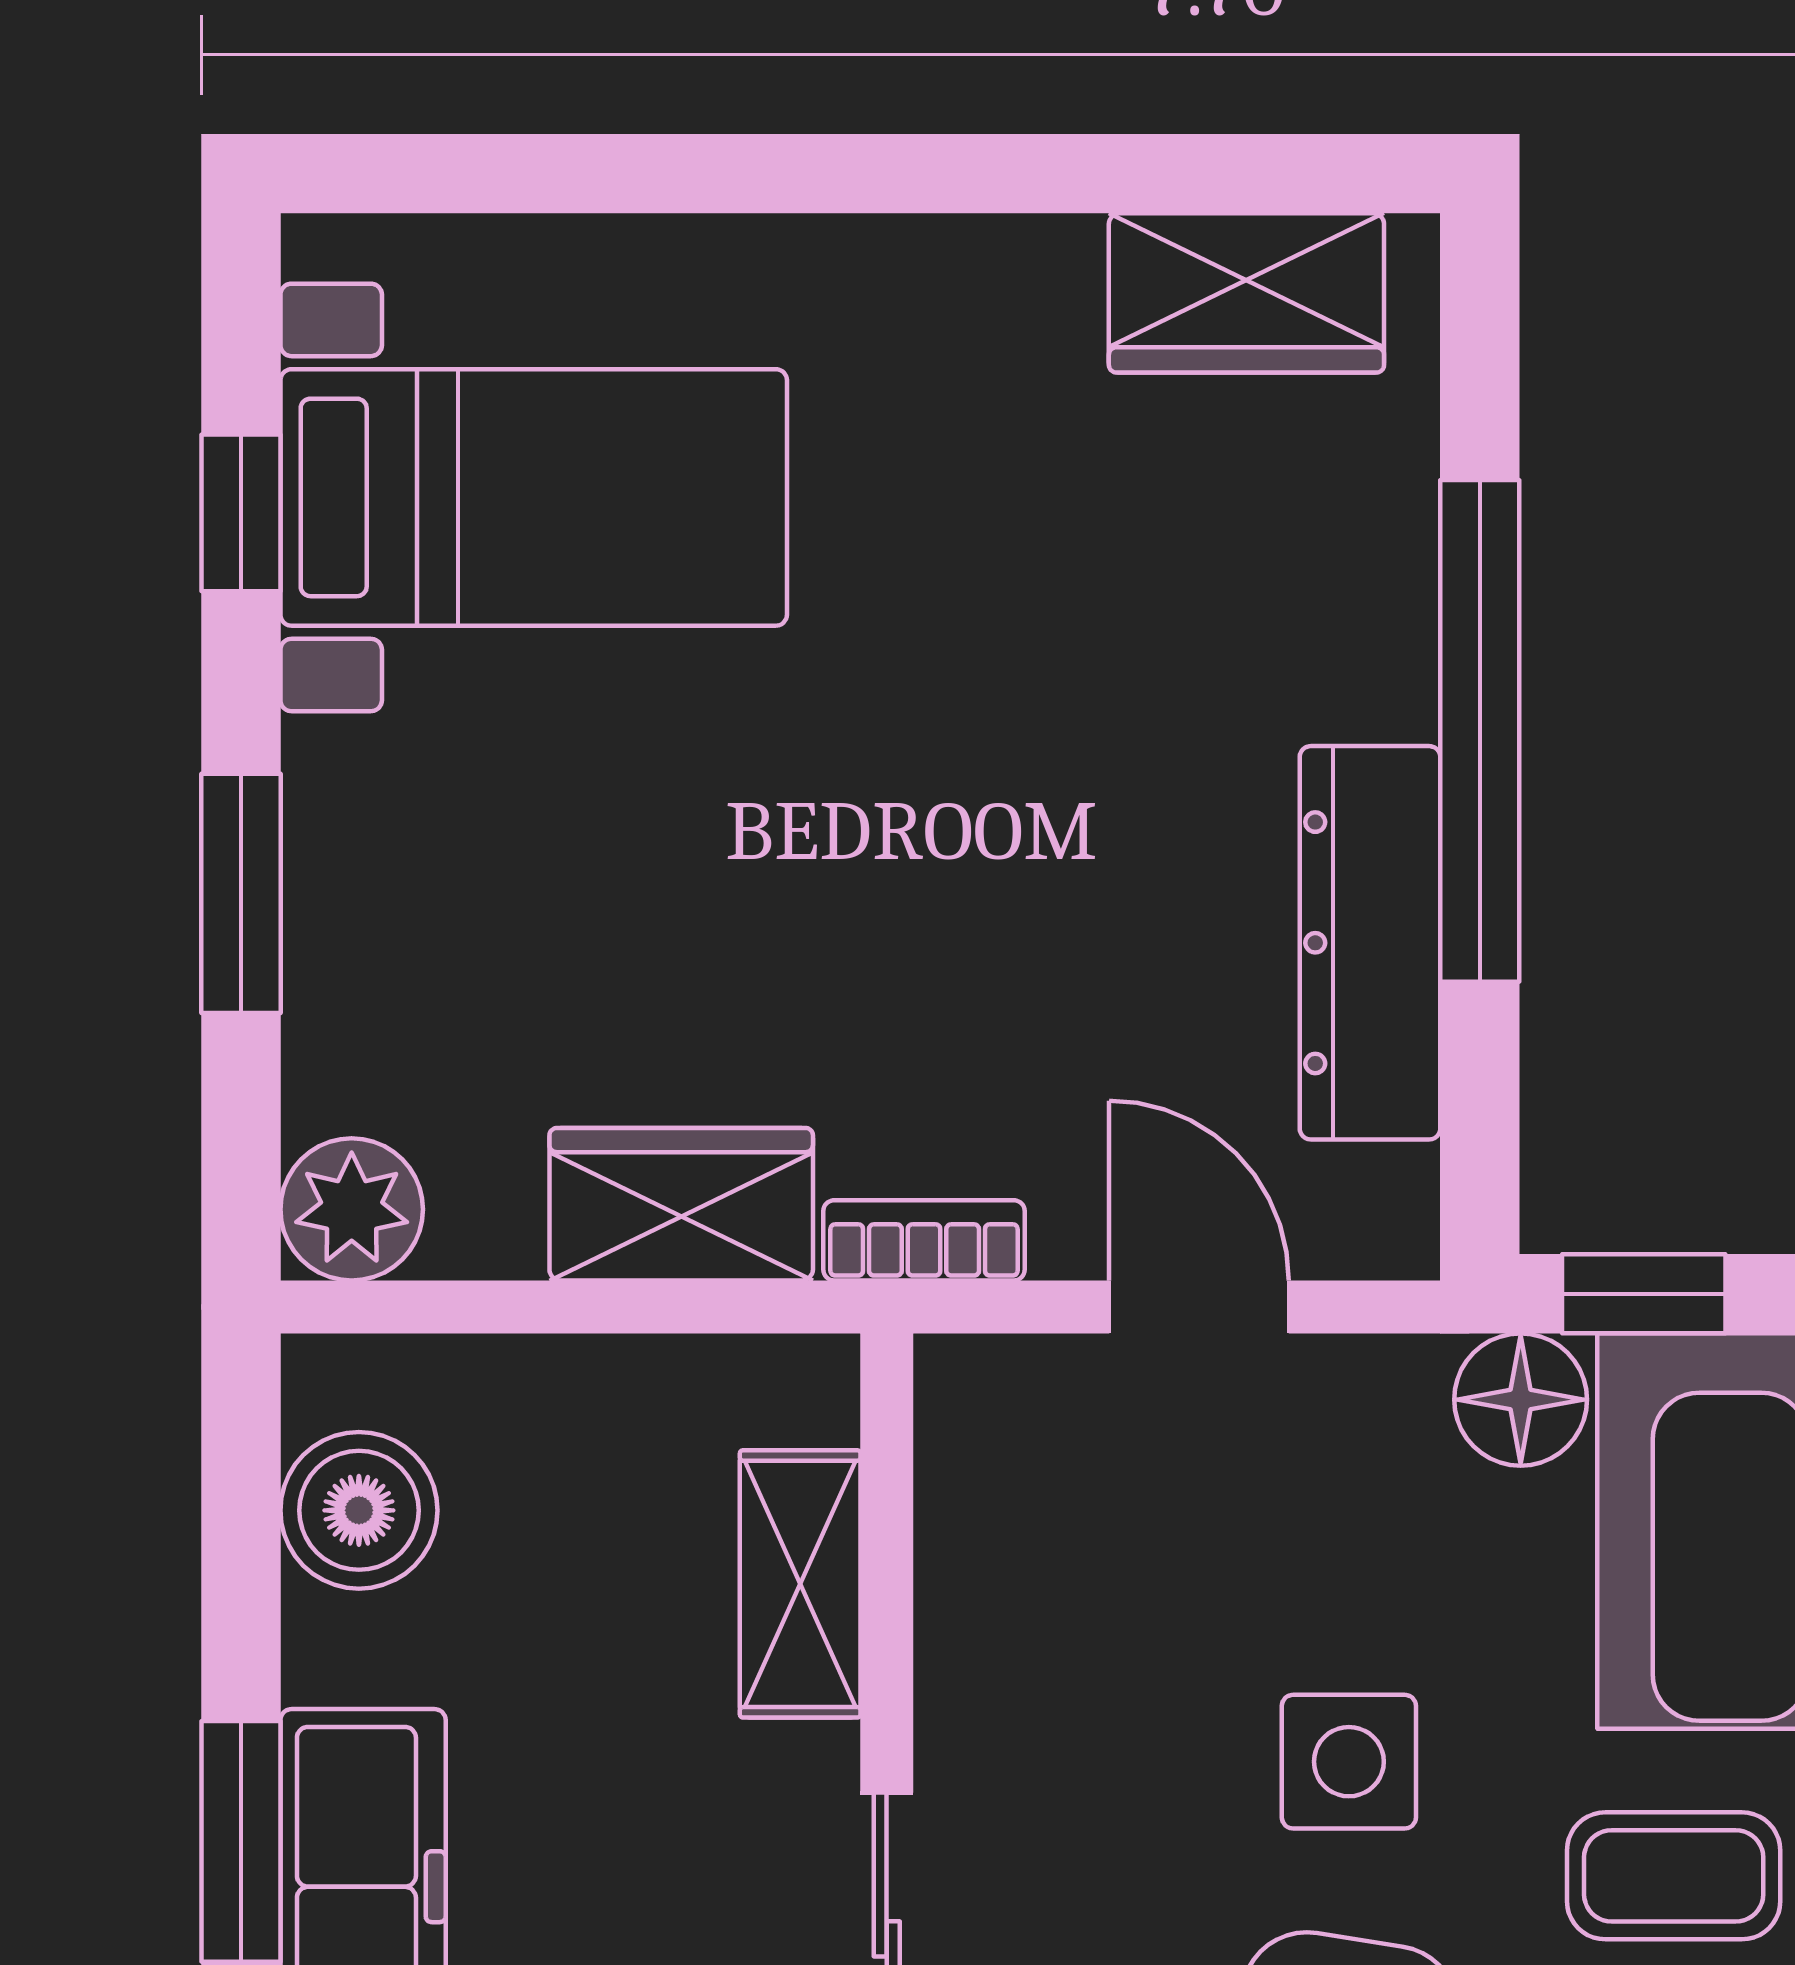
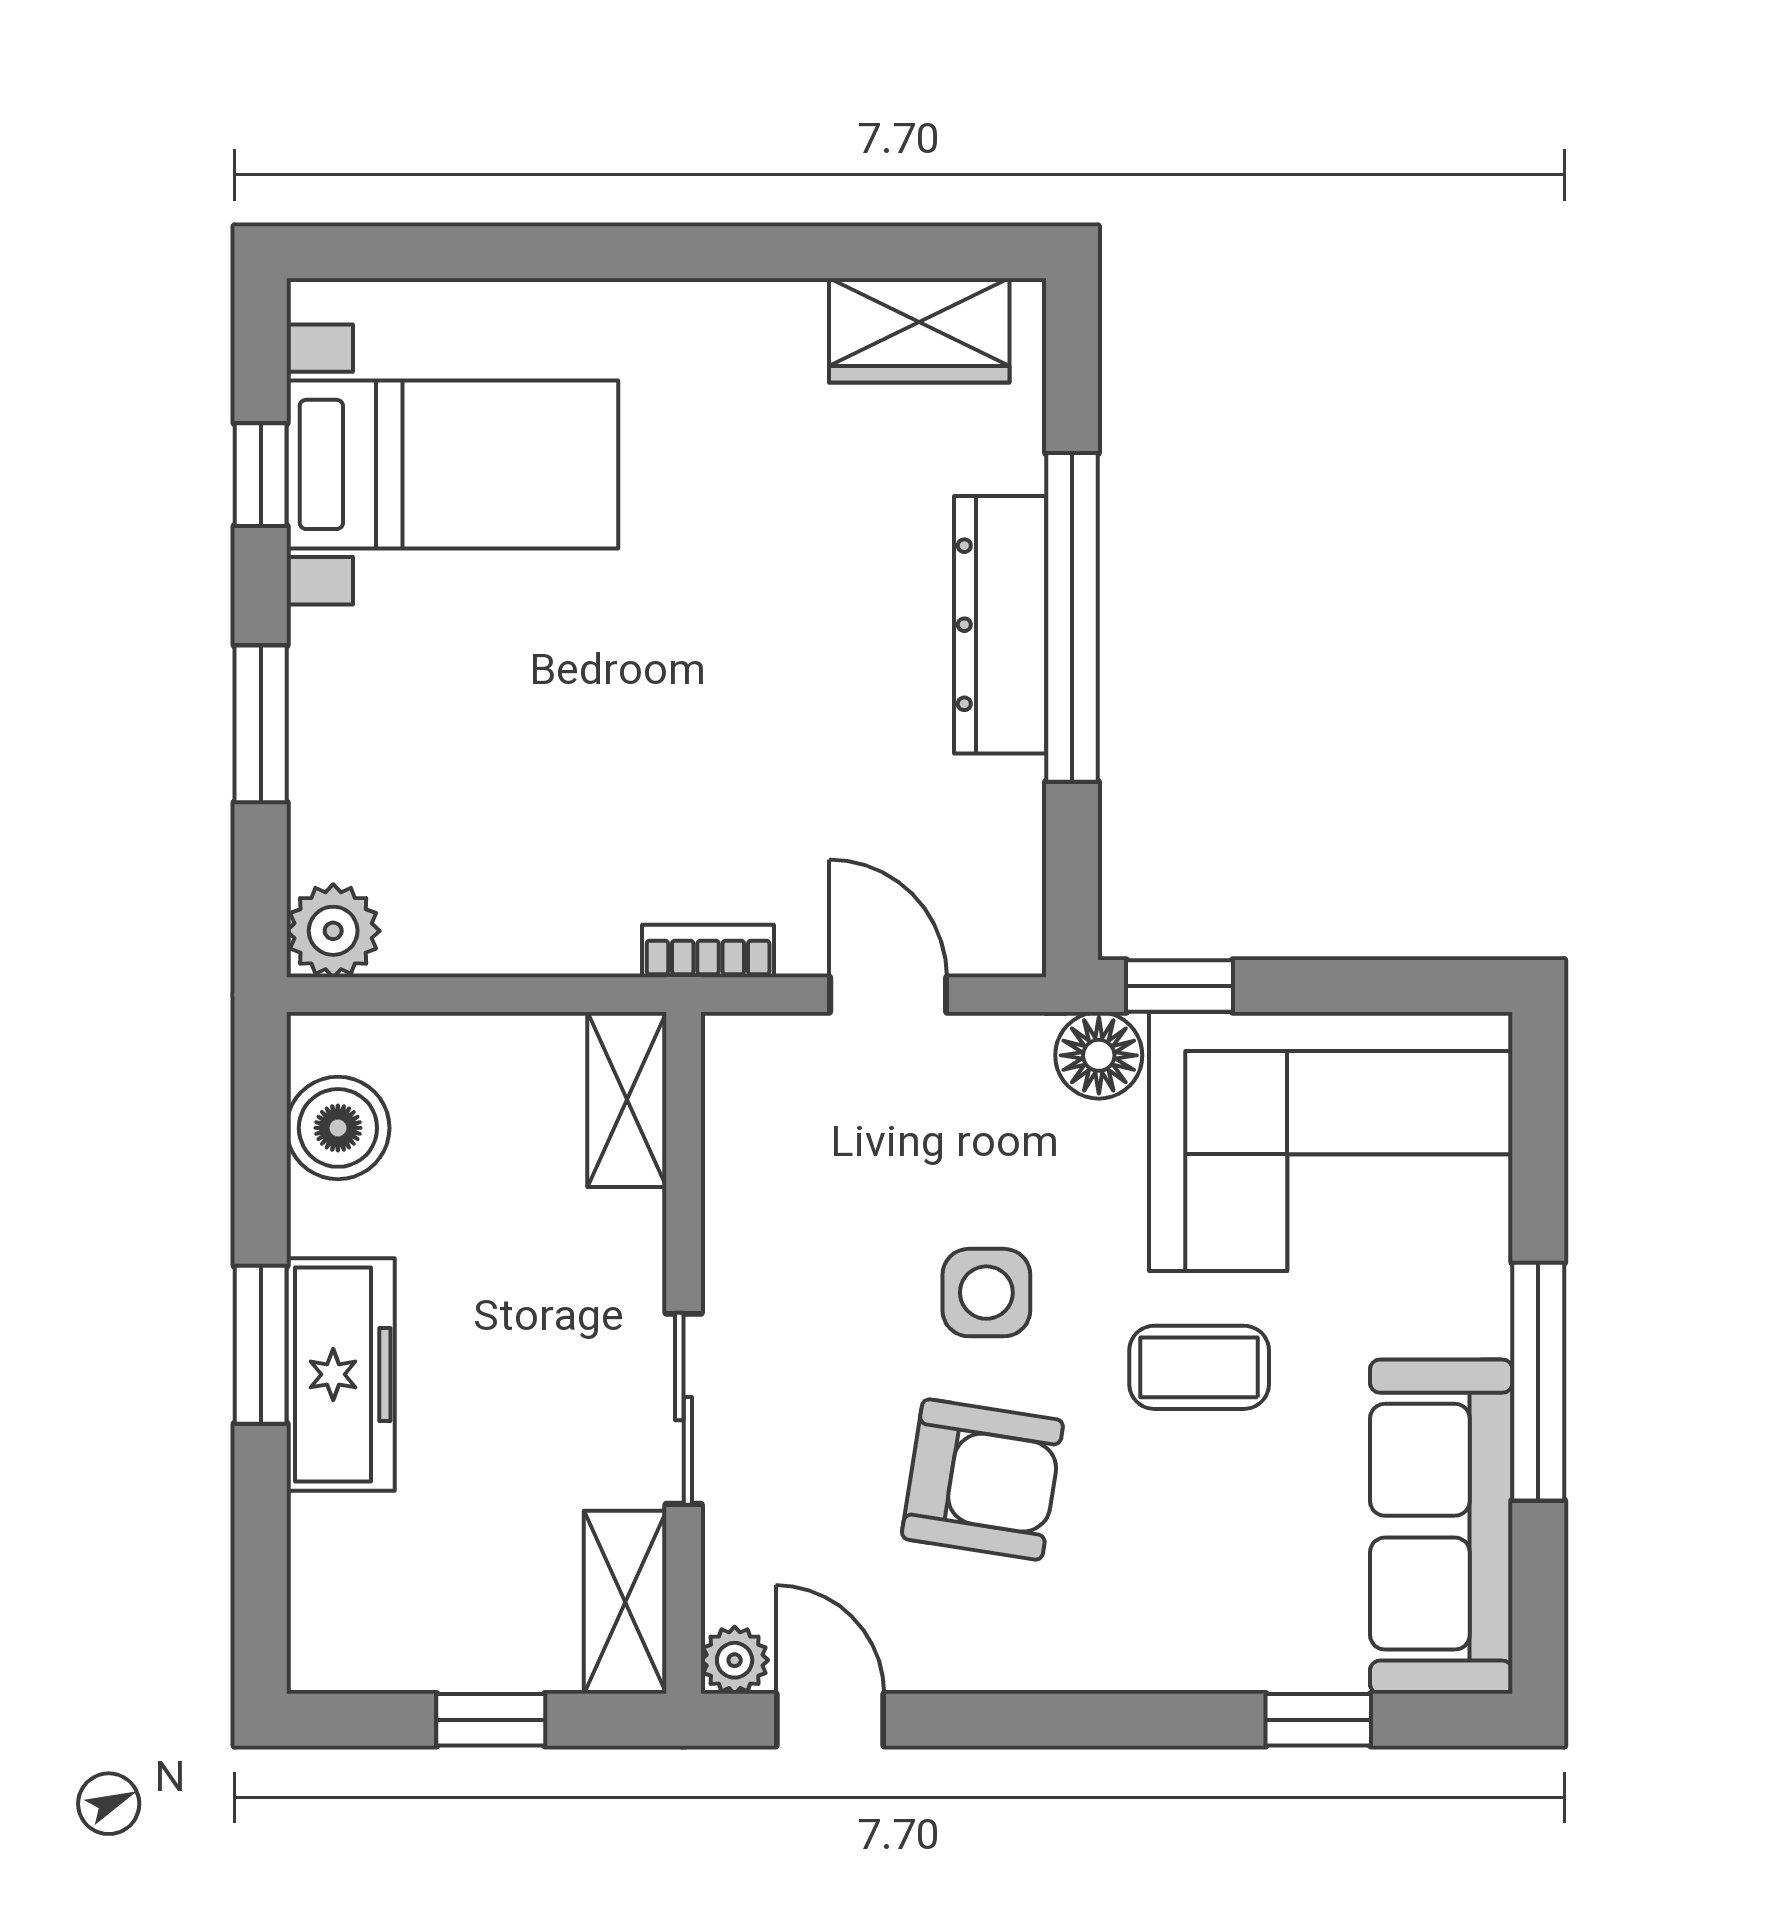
dresser: (1370, 943) -> (1000, 625), moved
wardrobe: (681, 1204) -> (549, 927), removed
shelving: (800, 1584) -> (627, 1100), moved

